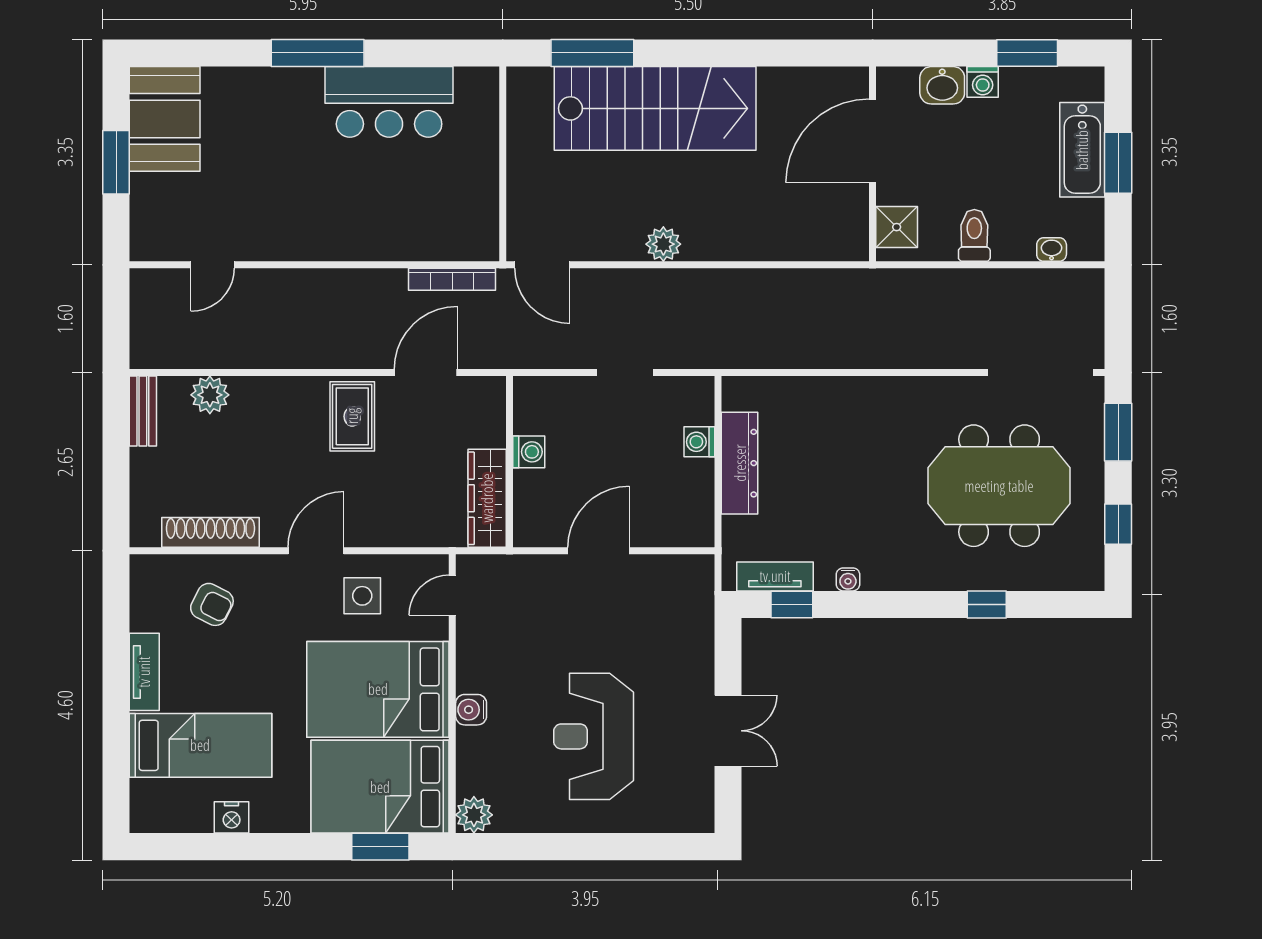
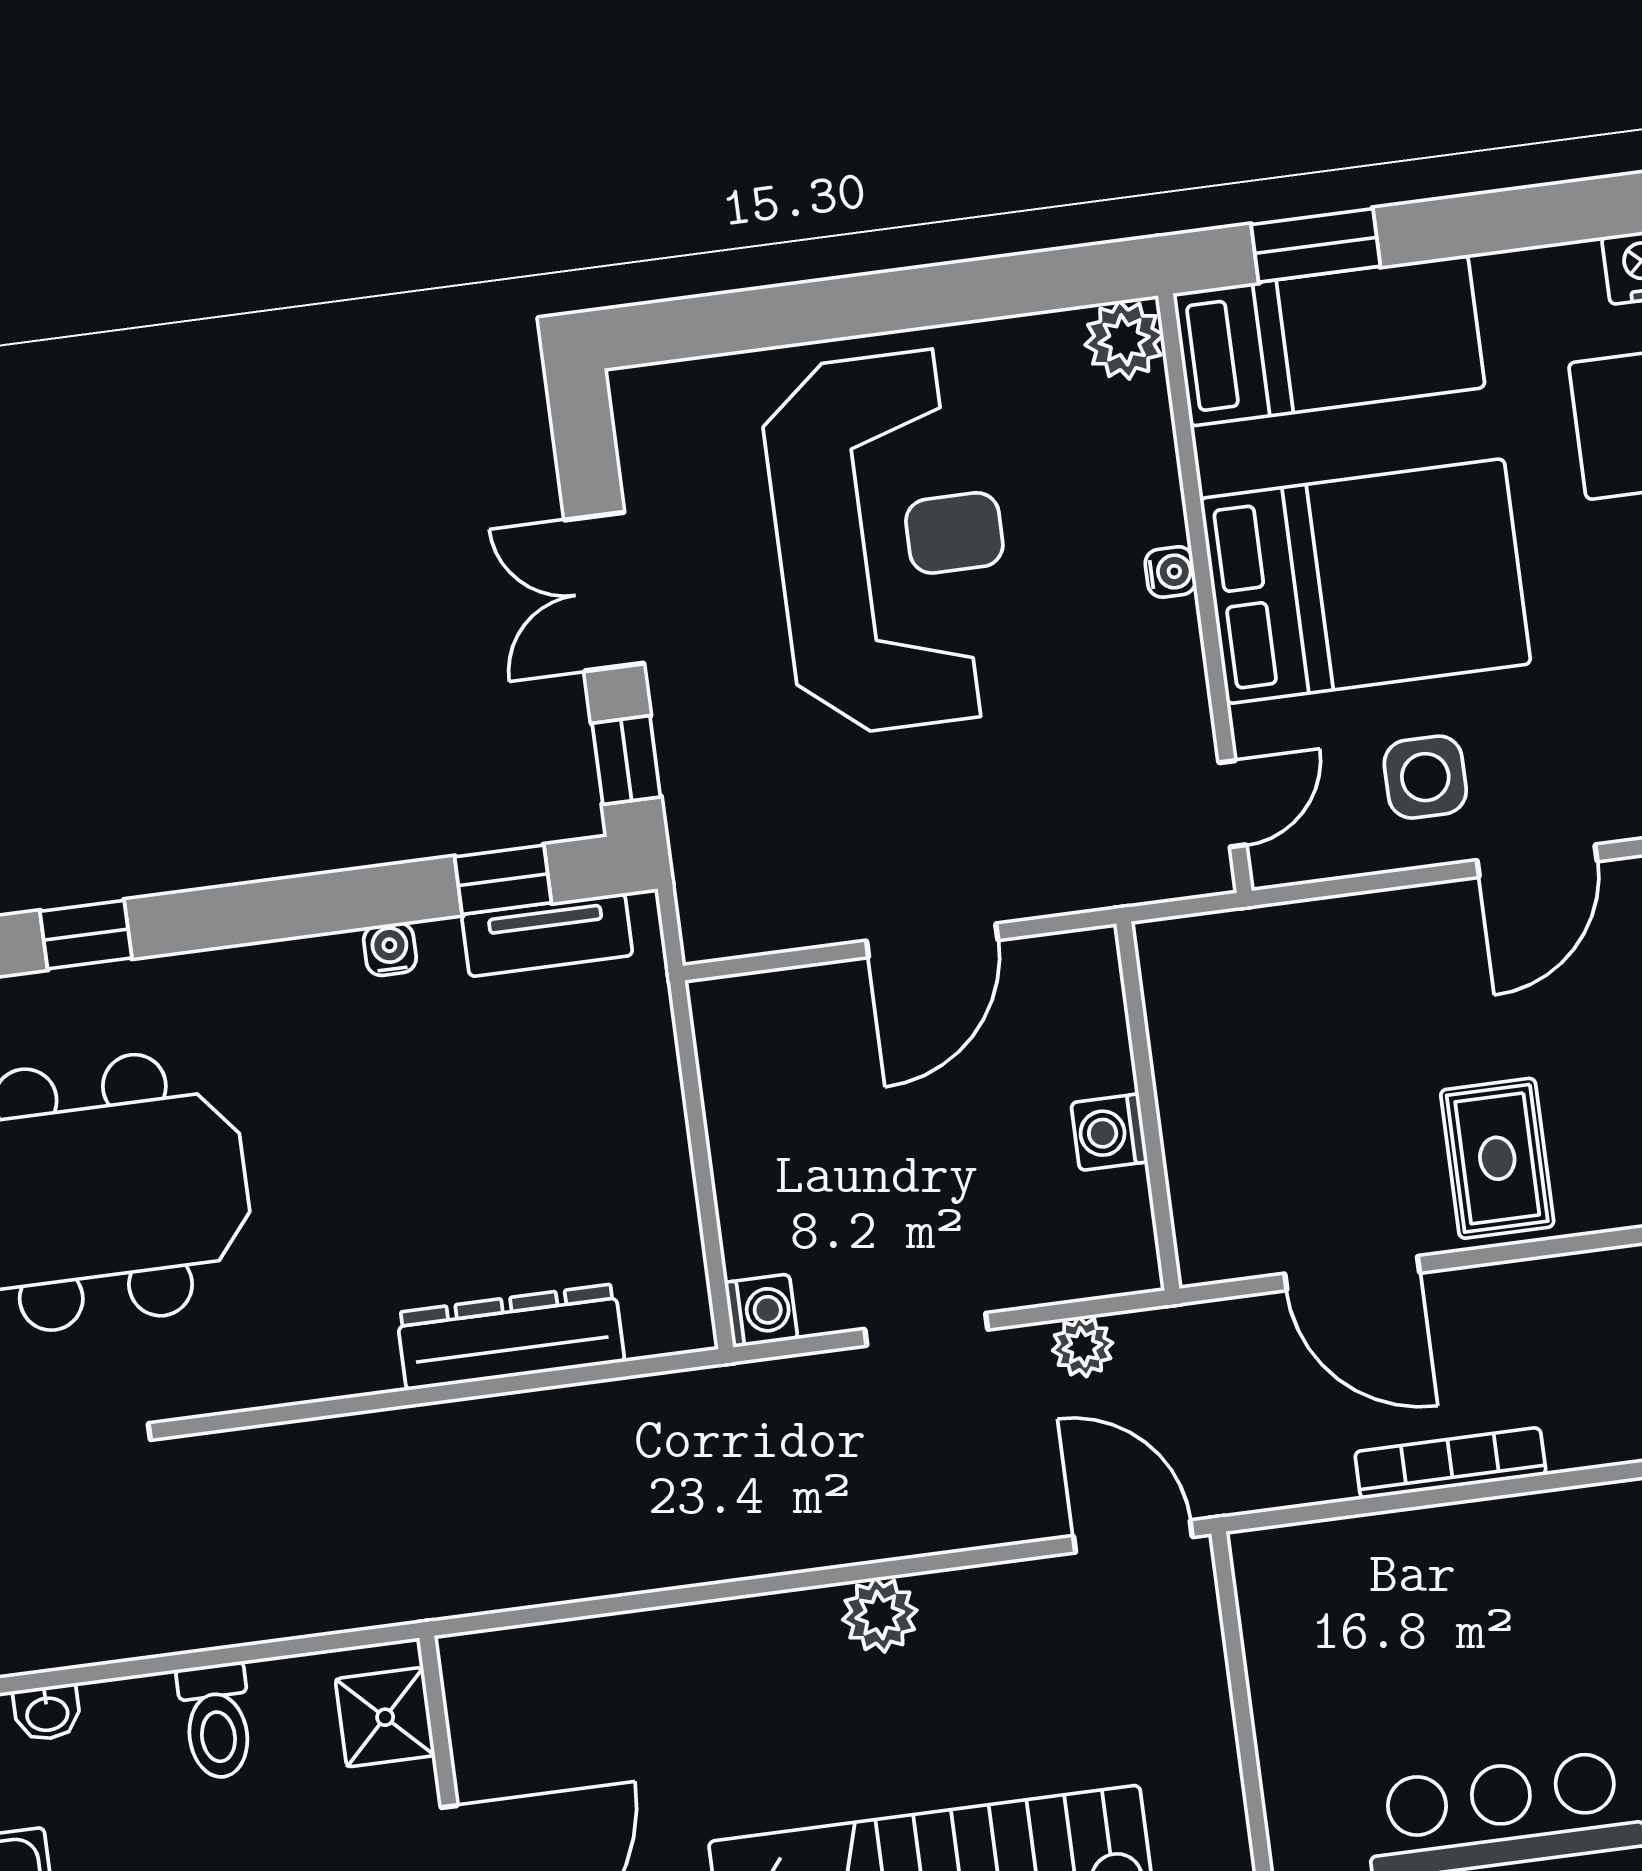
bookcase: (452, 279) -> (1450, 1463), moved
plant: (554, 355) -> (1083, 1347), added
door: (426, 372) -> (1352, 1273), hinge flipped
washing machine: (699, 442) -> (761, 1311), moved
dresser: (740, 463) -> (511, 1337), moved, turned 90
wardrobe: (487, 498) -> (1185, 1021), removed
window: (728, 652) -> (626, 760), added
water cooler: (471, 710) -> (1170, 572), width x0.72, depth x0.72
reception desk: (594, 736) -> (890, 541), width x1.36, depth x1.30
bed: (380, 787) -> (1329, 341), width x0.67

